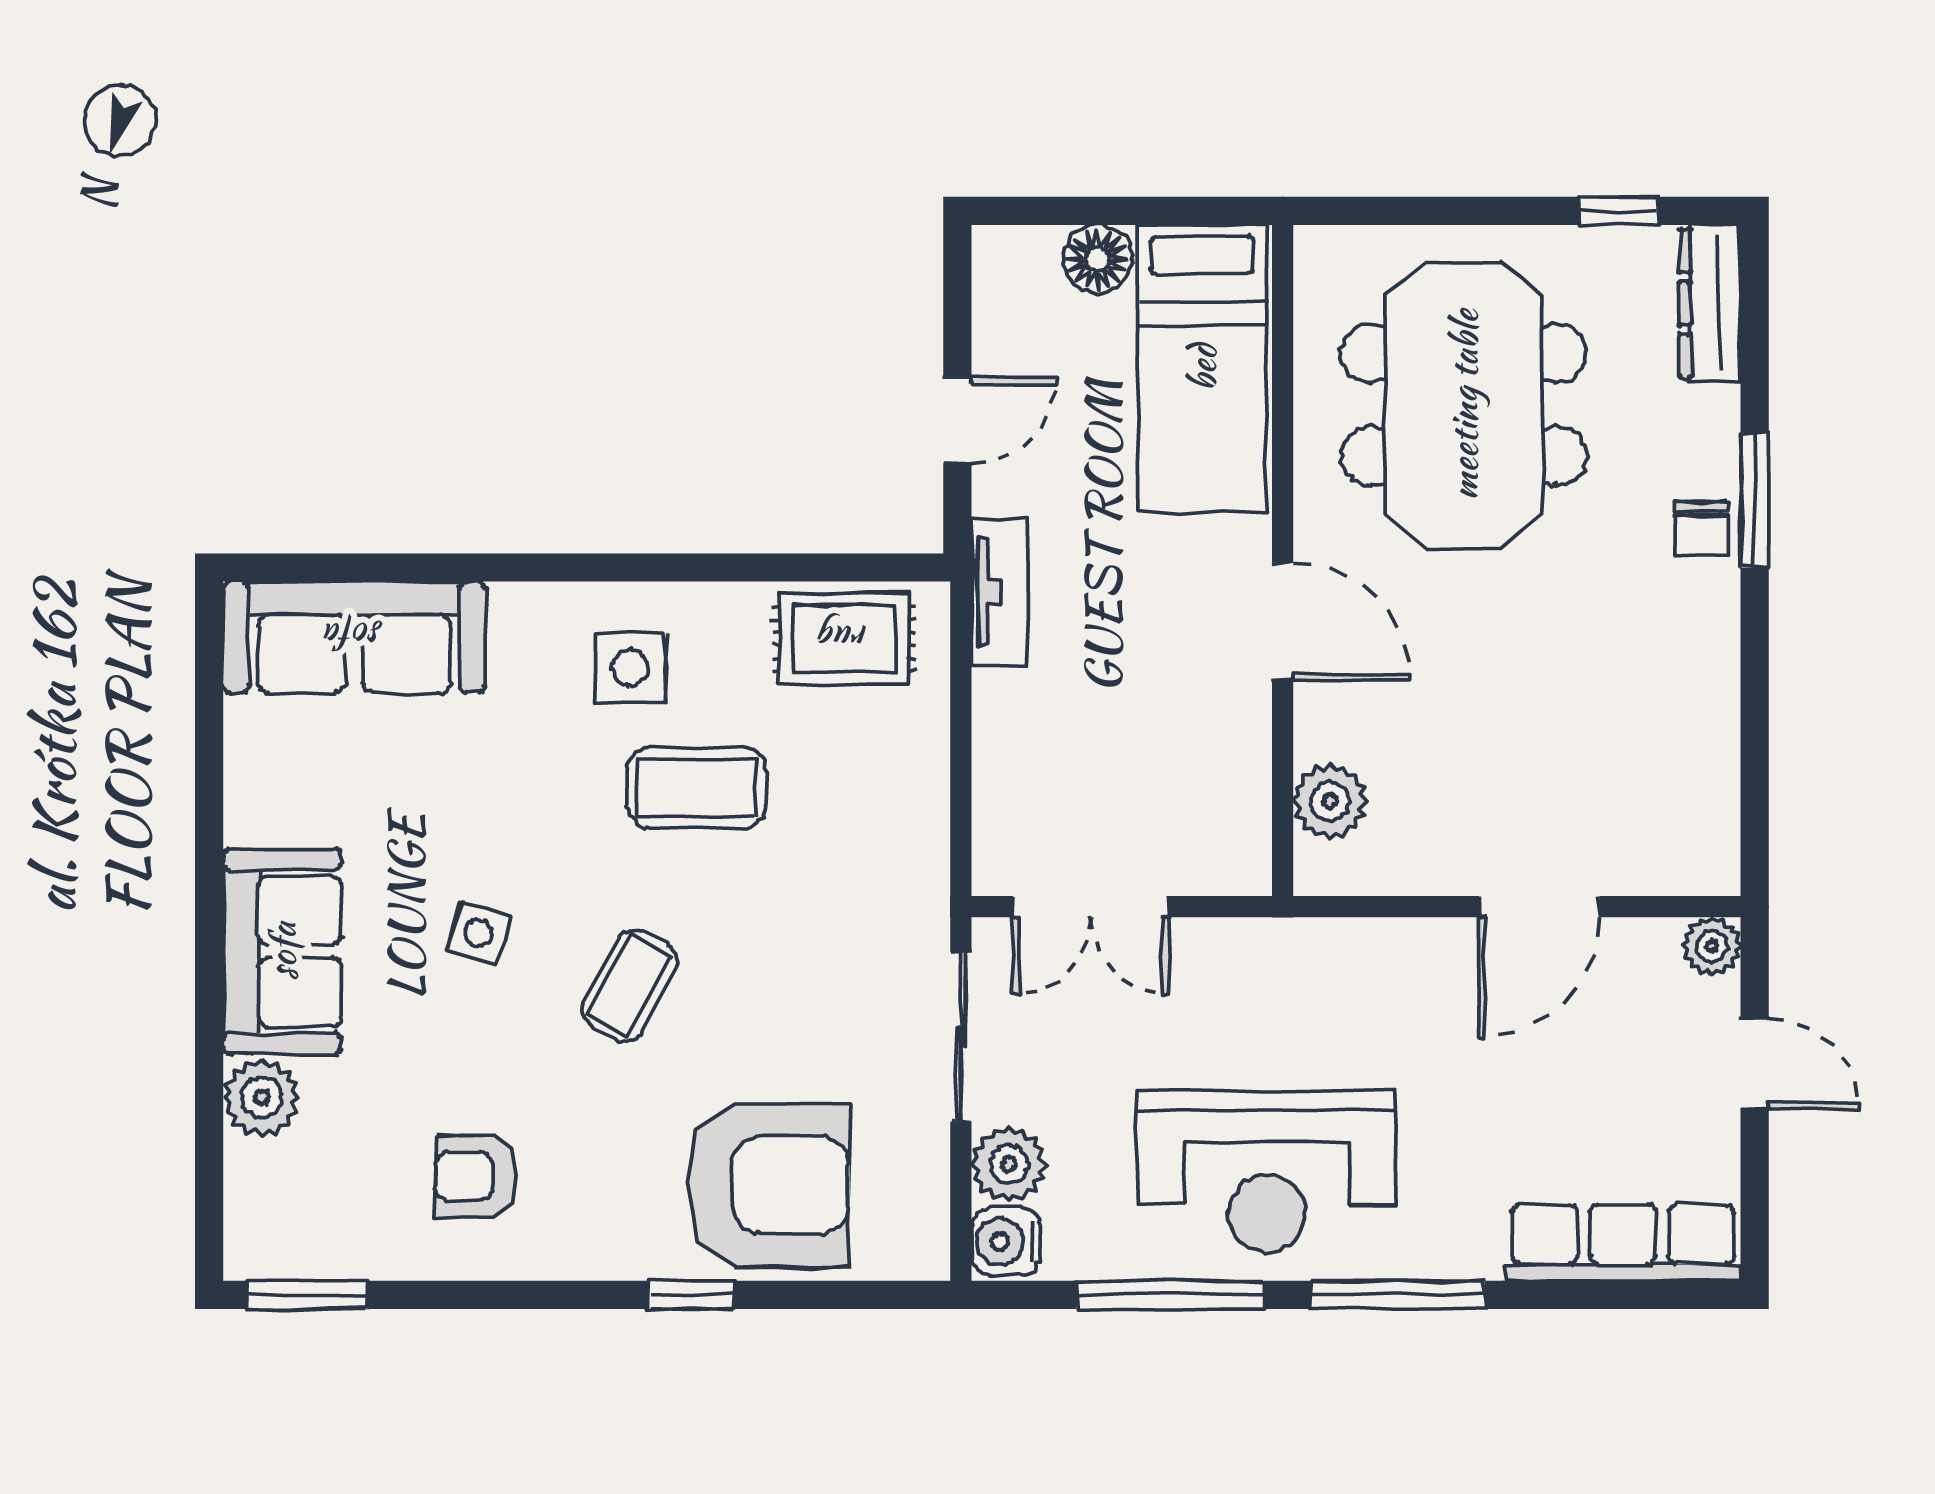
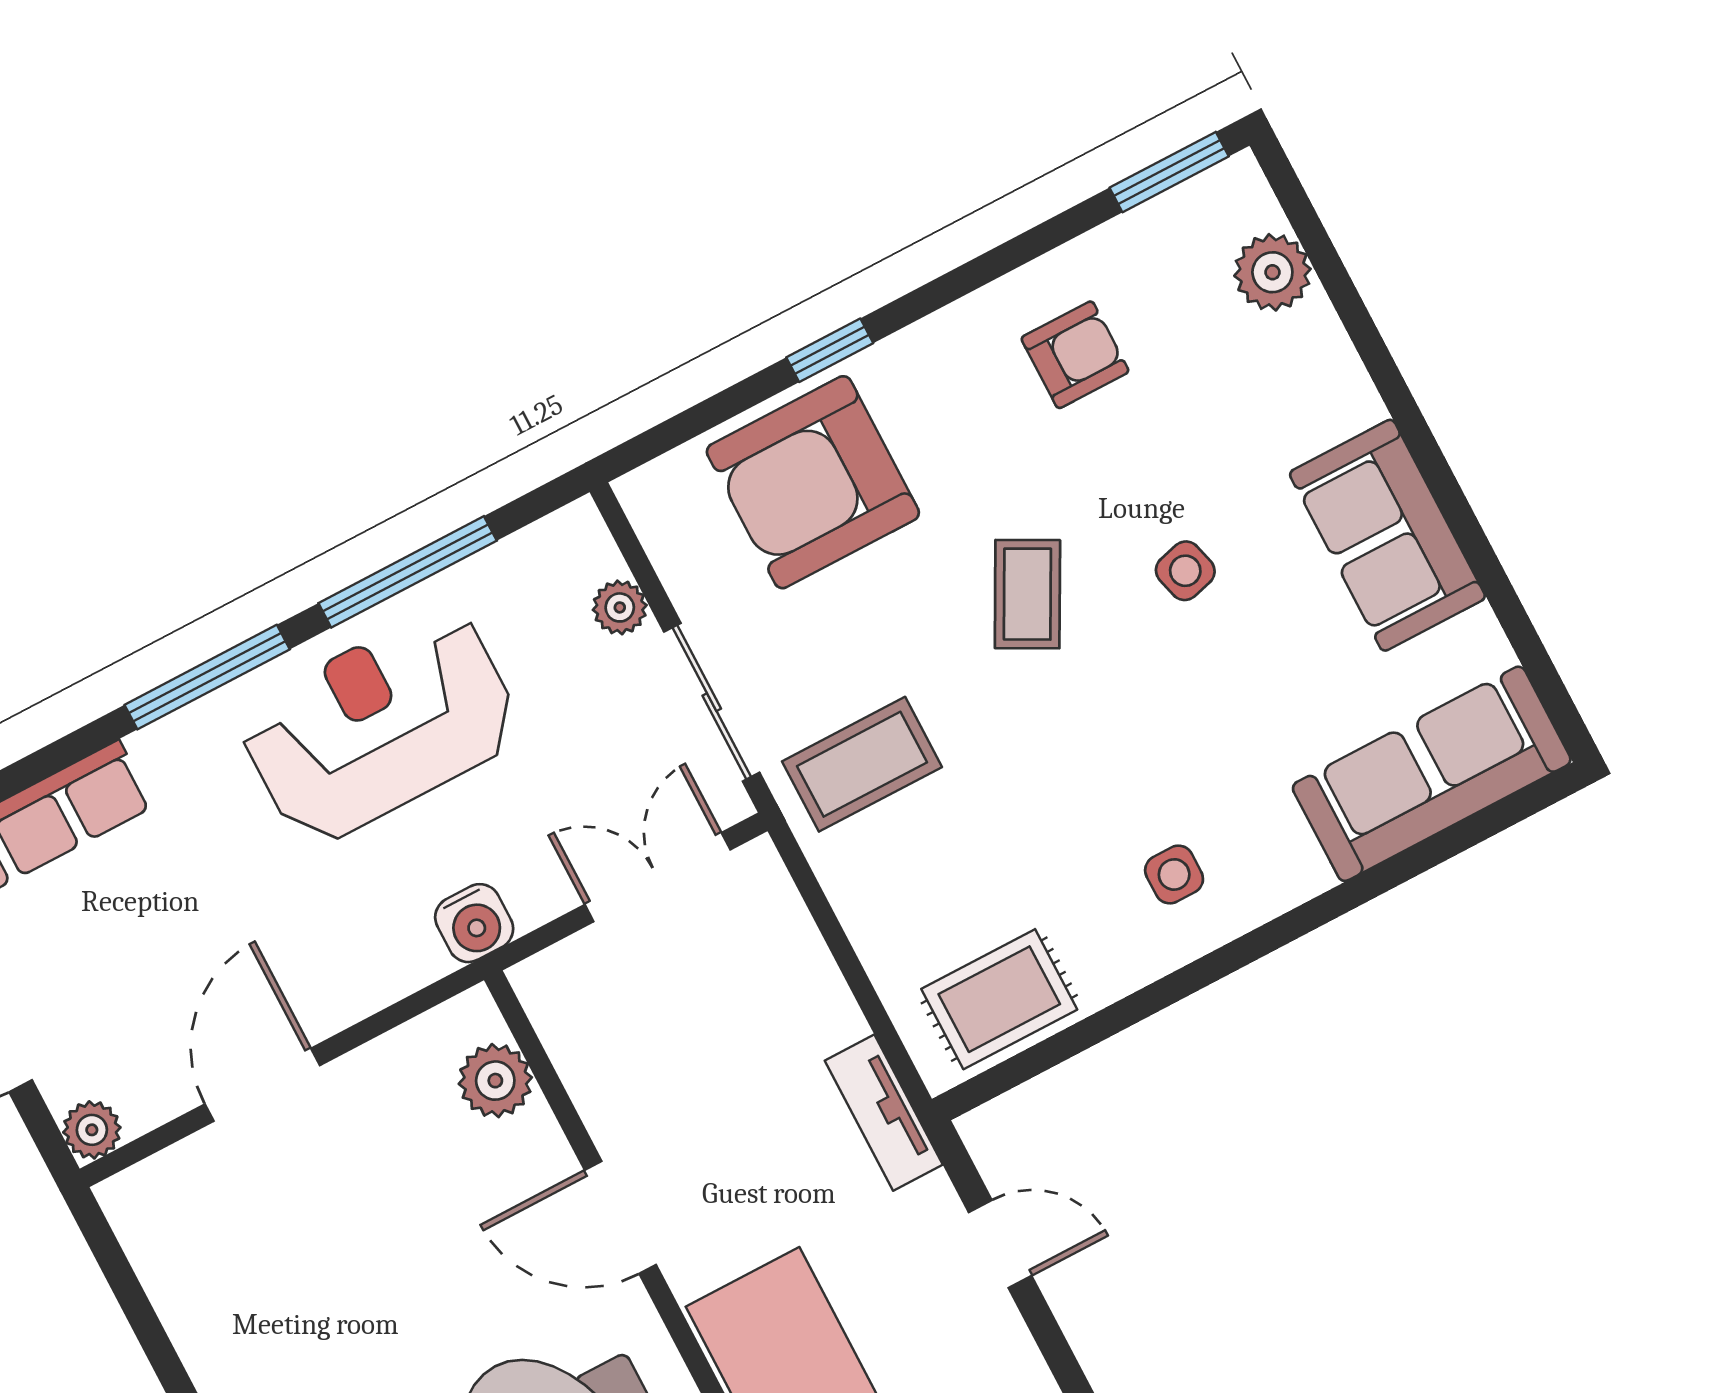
door: (957, 421) -> (1000, 1244), swing flipped
side table: (630, 668) -> (1174, 874), width x0.73, depth x0.73
coffee table: (697, 788) -> (862, 764), moved
side table: (478, 933) -> (1185, 571), turned -31
sofa: (282, 951) -> (1387, 535), moved
plant: (262, 1098) -> (1272, 272), moved
plant: (1009, 1164) -> (620, 607), width x0.73, depth x0.73
water cooler: (1006, 1241) -> (474, 923), moved, turned 90

